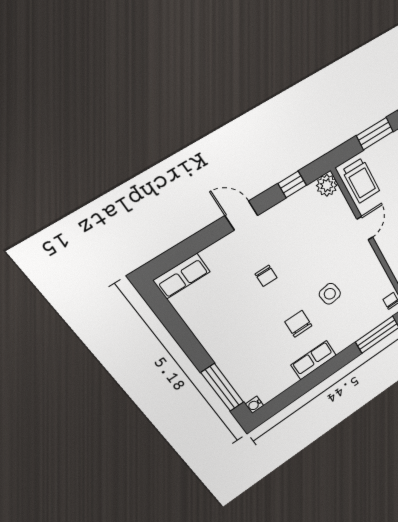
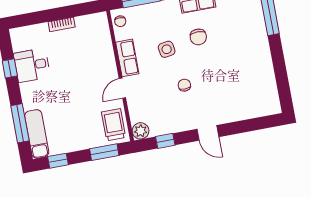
window: (375, 134) -> (104, 152), moved
row of seats: (182, 276) -> (127, 58), moved, turned 90
chair: (266, 276) -> (184, 85), moved

